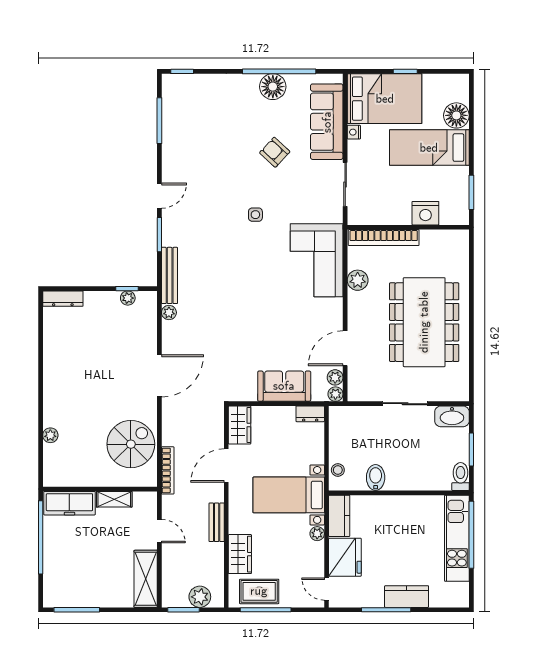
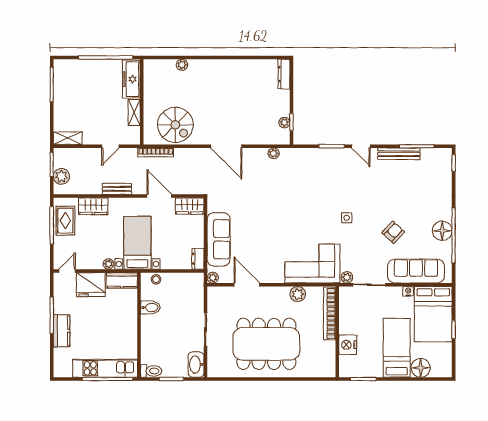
bench: (170, 275) -> (399, 154), moved
plant: (335, 377) -> (347, 277), moved
sofa: (284, 386) -> (219, 239), width x1.36
shelving: (146, 579) -> (68, 138), width x0.67, depth x0.75

